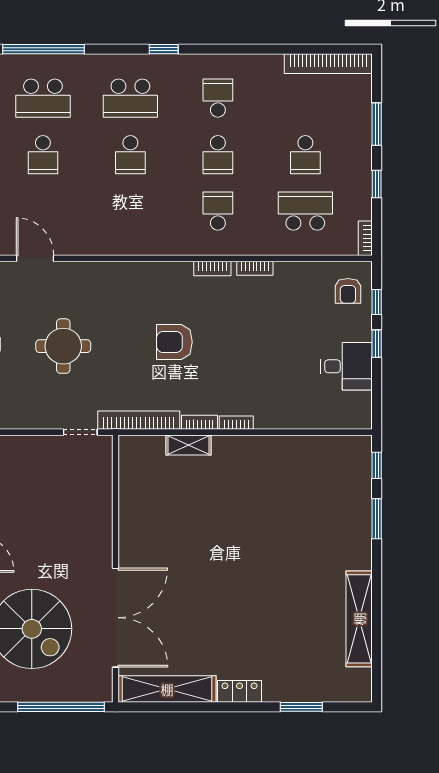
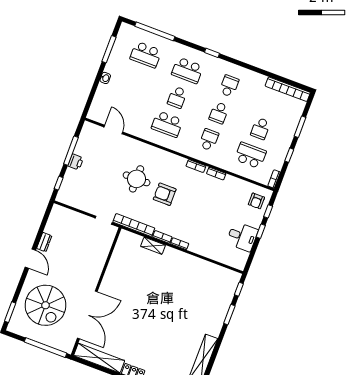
school desk: (43, 155) -> (167, 124), moved, width x1.85
round table: (63, 346) -> (137, 179), moved

